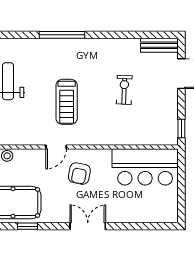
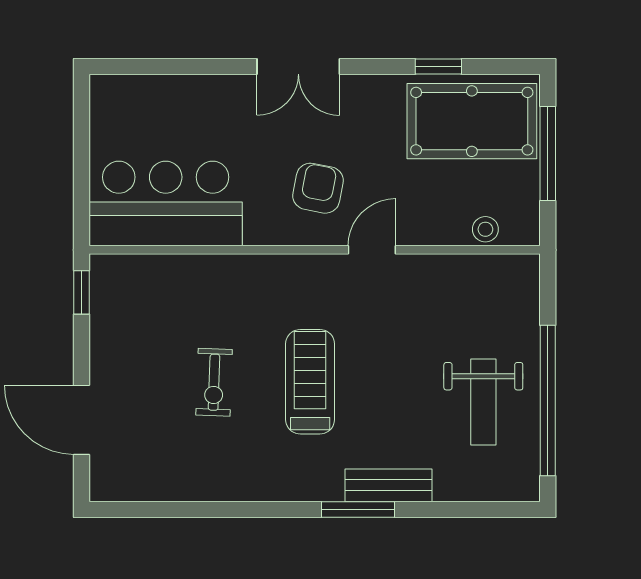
window: (62, 35) -> (358, 510), width x0.69
bench: (159, 45) -> (388, 485), moved
treadmill: (67, 102) -> (310, 382), moved

